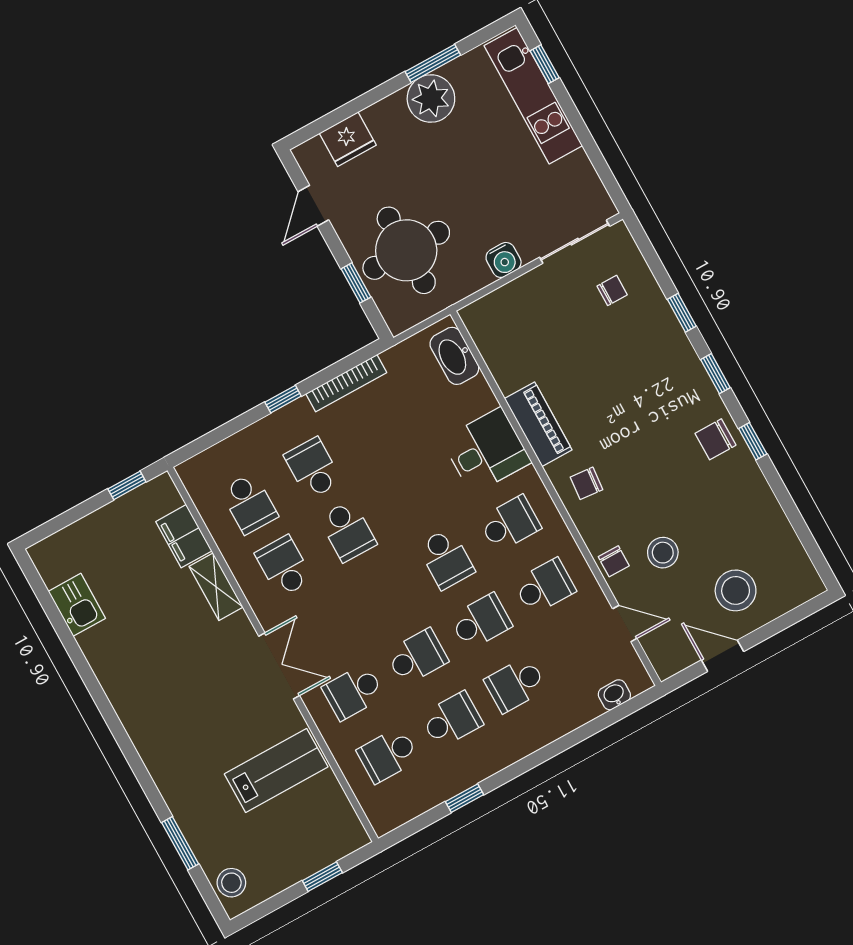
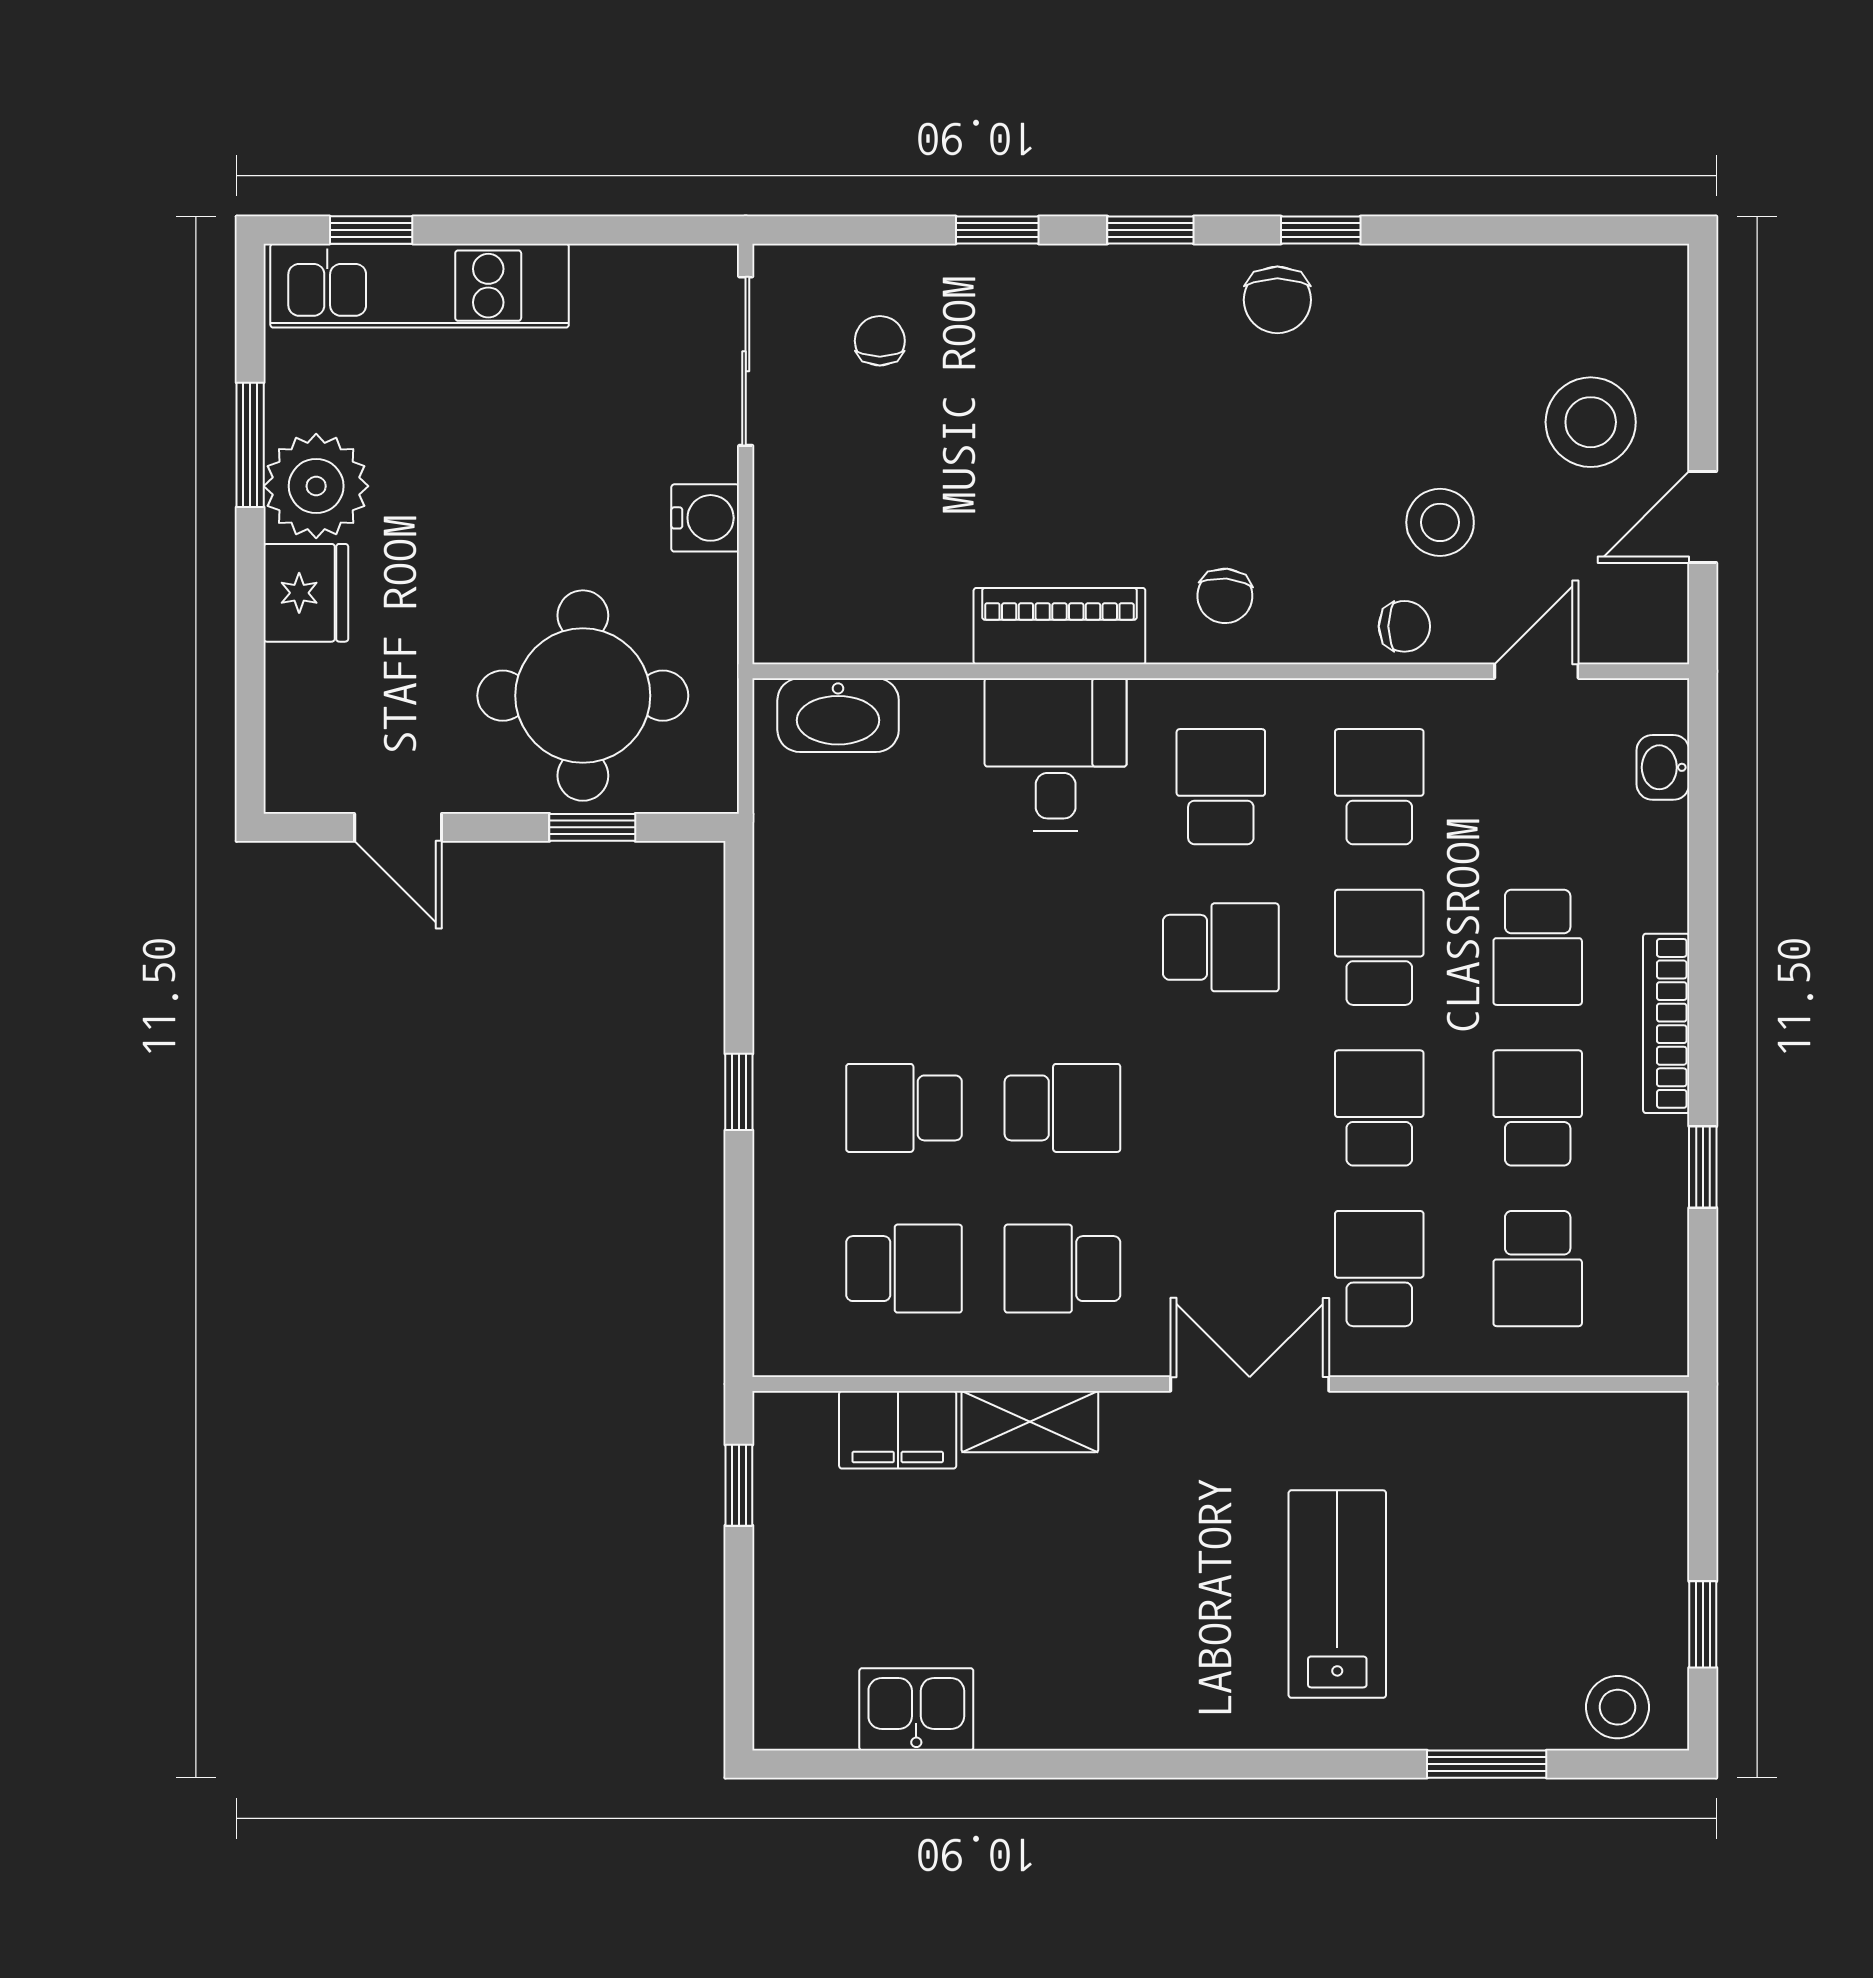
fridge: (348, 139) -> (306, 593), moved
bookcase: (346, 383) -> (1666, 1023), moved, turned 180
school desk: (353, 692) -> (1379, 1269), turned 180
lab bench: (276, 770) -> (1337, 1594), moved
window: (322, 877) -> (1703, 1624), moved

